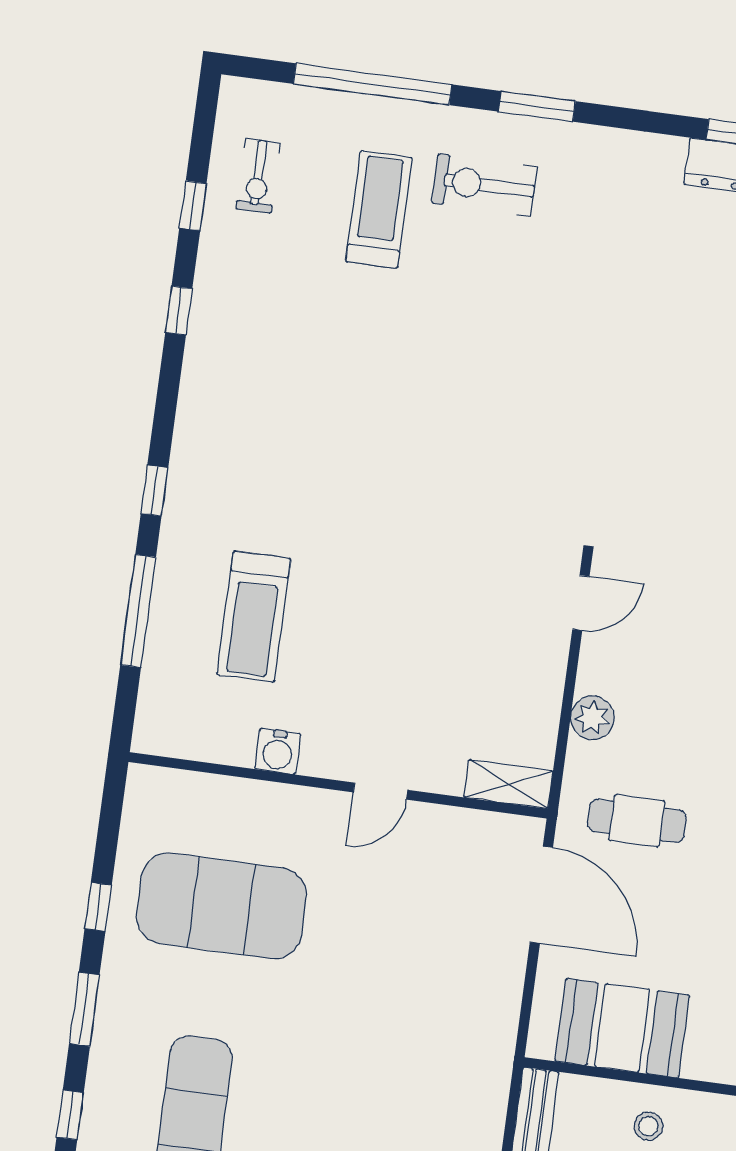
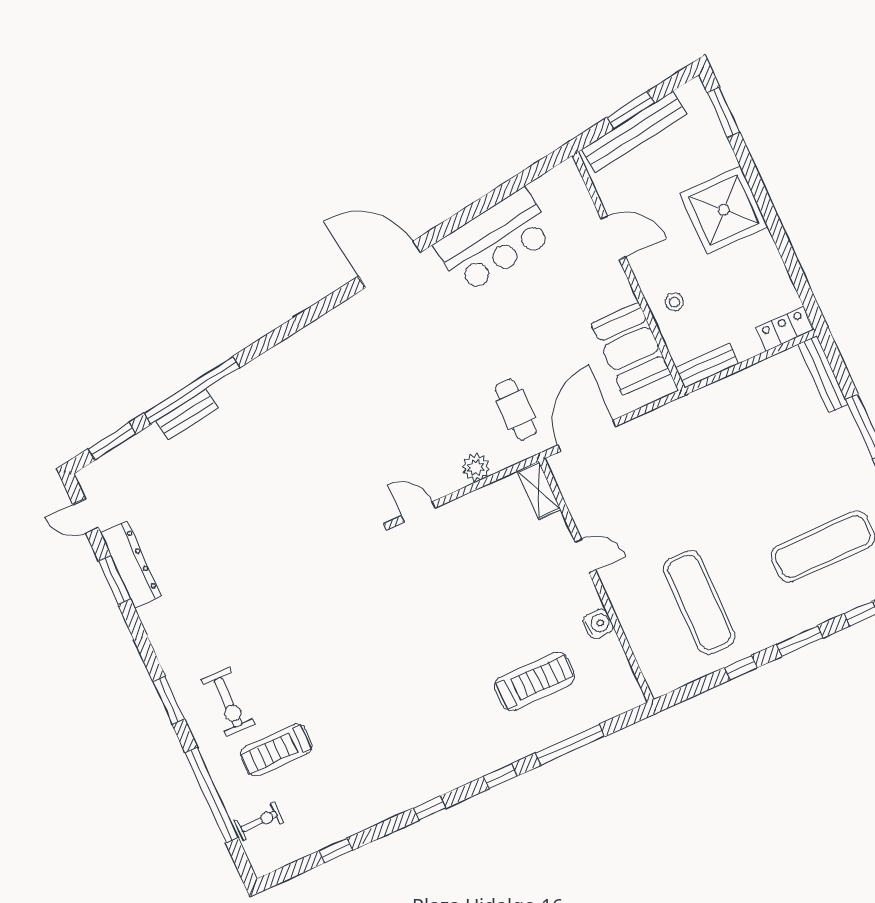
exercise bike: (258, 176) -> (259, 821), moved
window: (179, 310) -> (430, 808), moved
exercise mat: (221, 906) -> (699, 602), width x0.68

